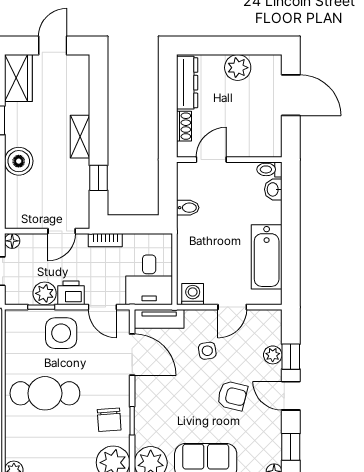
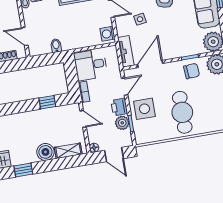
shelving: (80, 137) -> (68, 151), moved
desk: (149, 280) -> (91, 65), moved, turned 180

